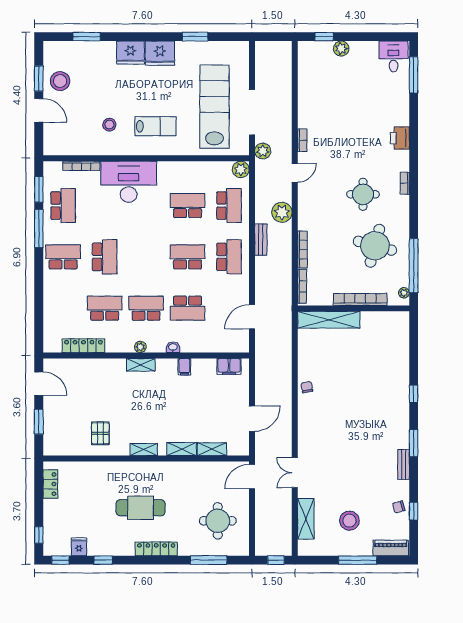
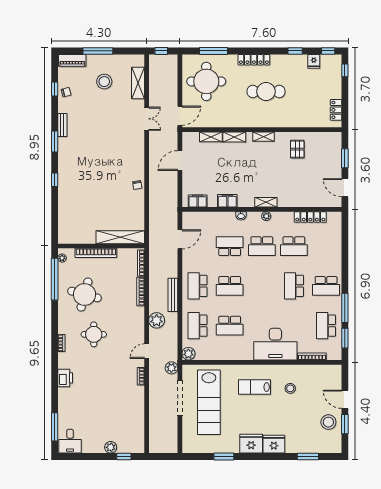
bench: (261, 240) -> (173, 295), width x1.36
filing cabinet: (184, 367) -> (227, 201), width x2.00
round table: (218, 521) -> (206, 81), width x1.36, depth x1.36

